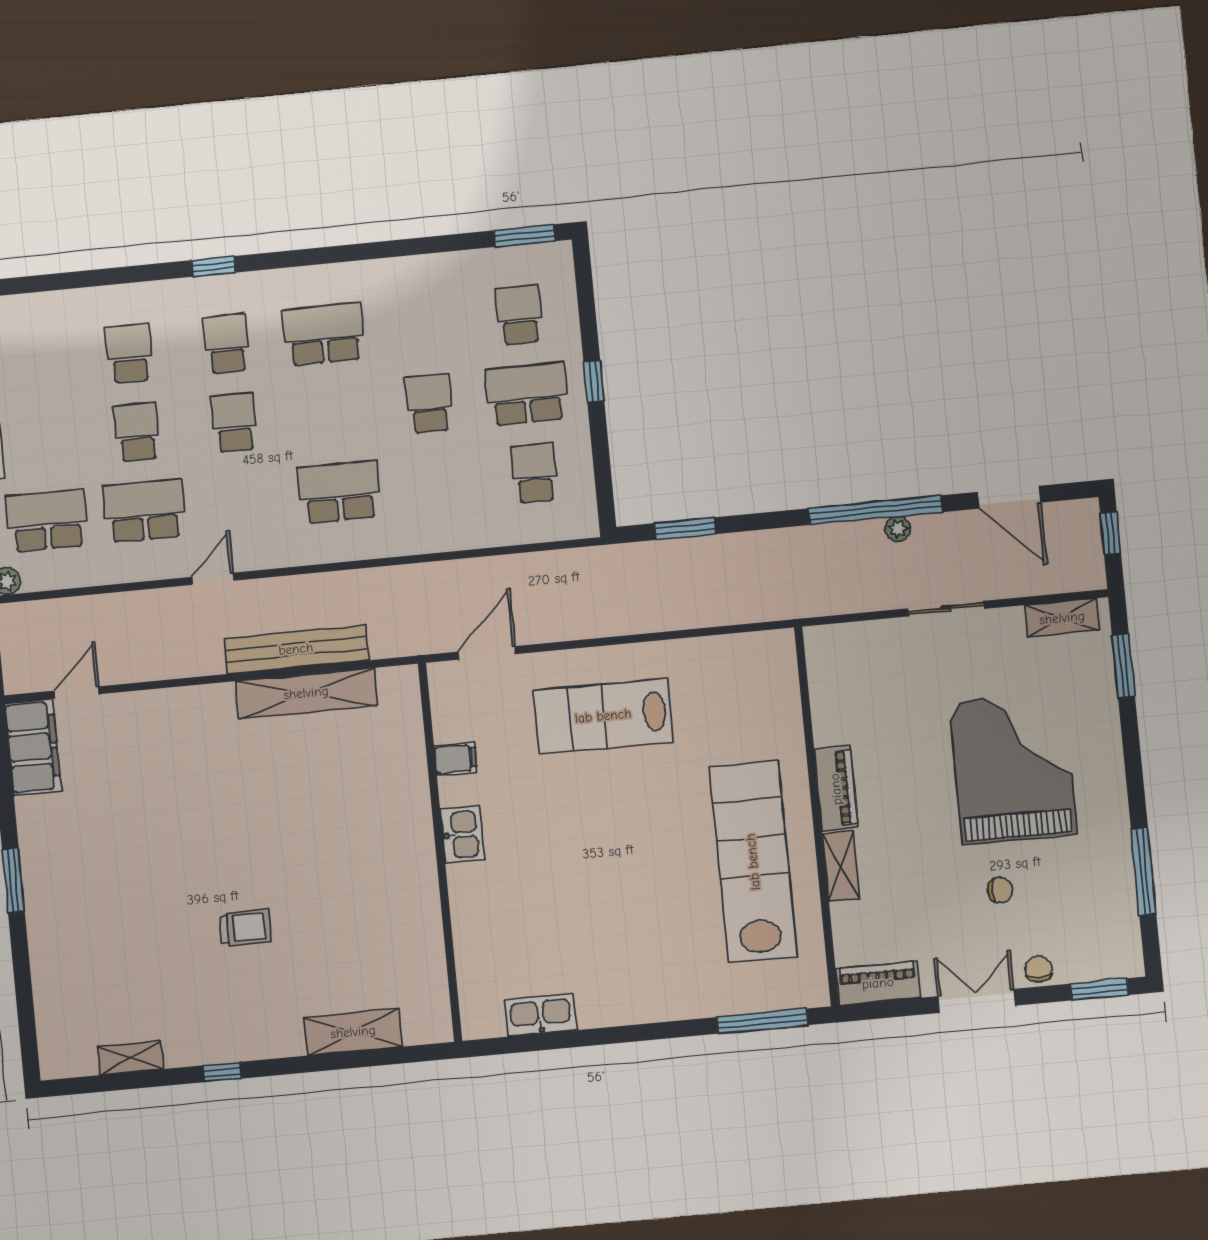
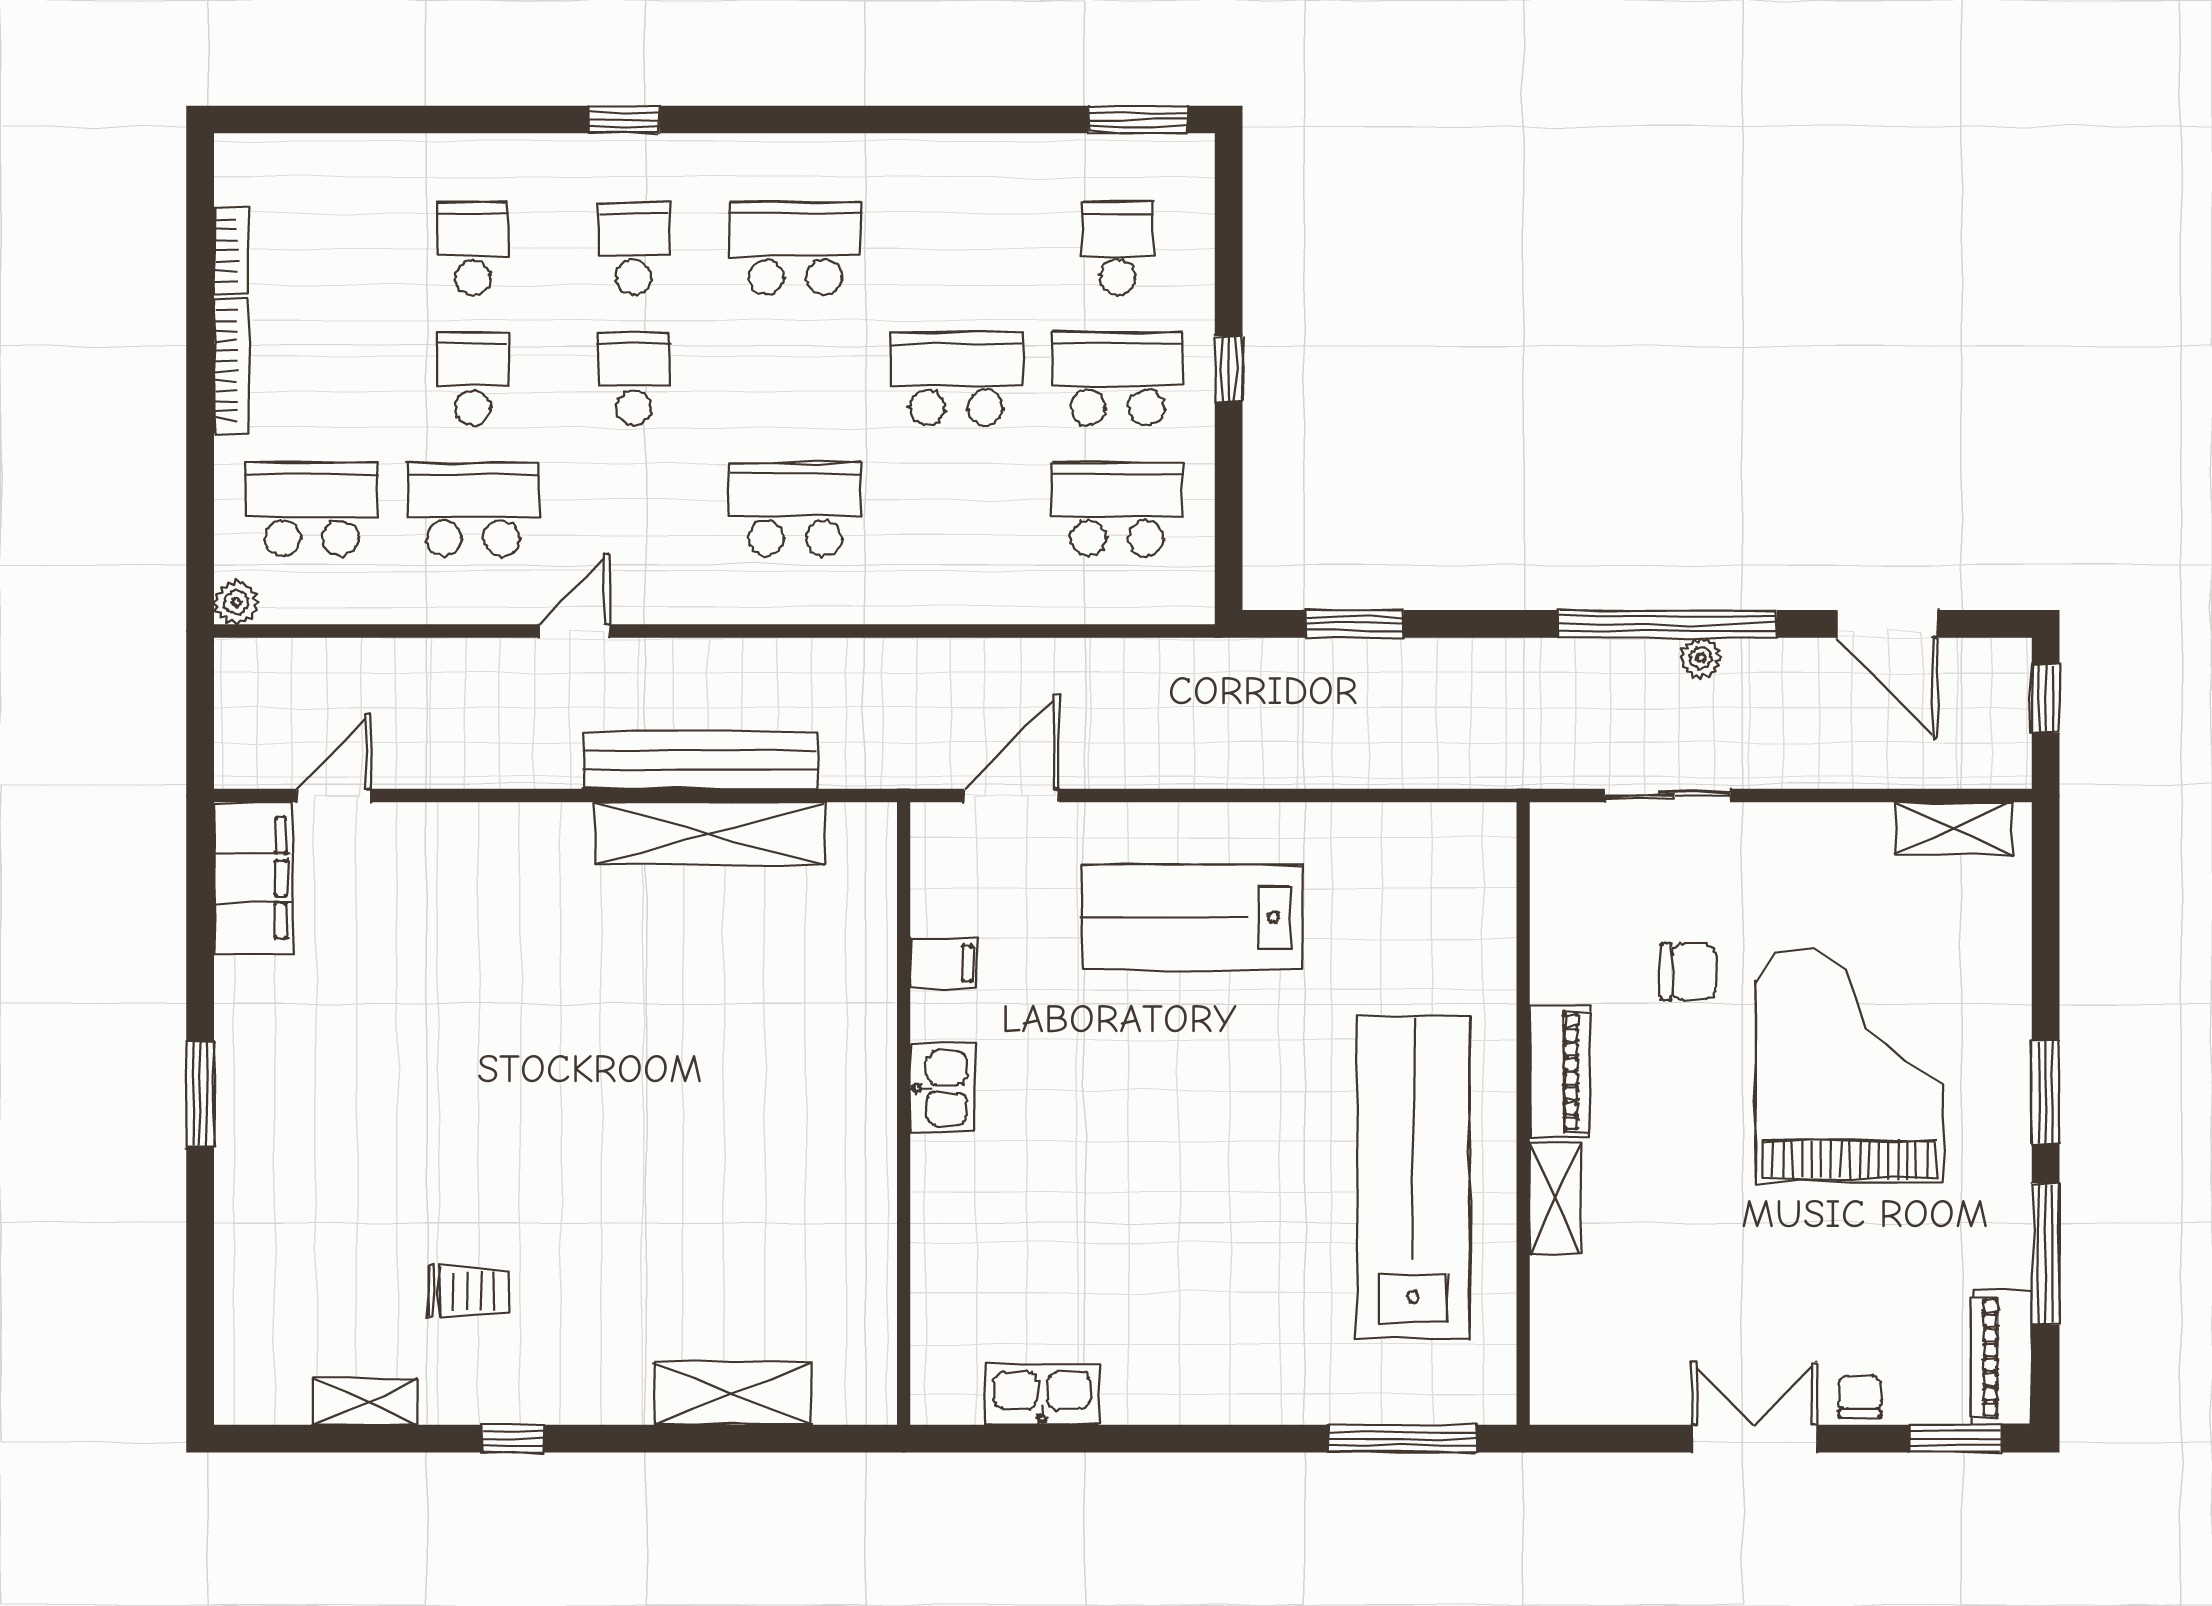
school desk: (429, 404) -> (956, 379), width x1.85
school desk: (534, 473) -> (1117, 509), width x1.85
sliding door: (946, 609) -> (1667, 795), moved
window: (1123, 666) -> (2046, 1092), moved
chair: (1000, 890) -> (1688, 972), moved, width x1.37, depth x1.37
trolley: (245, 928) -> (469, 1292), moved
piano: (878, 983) -> (2002, 1357), moved, turned -90

